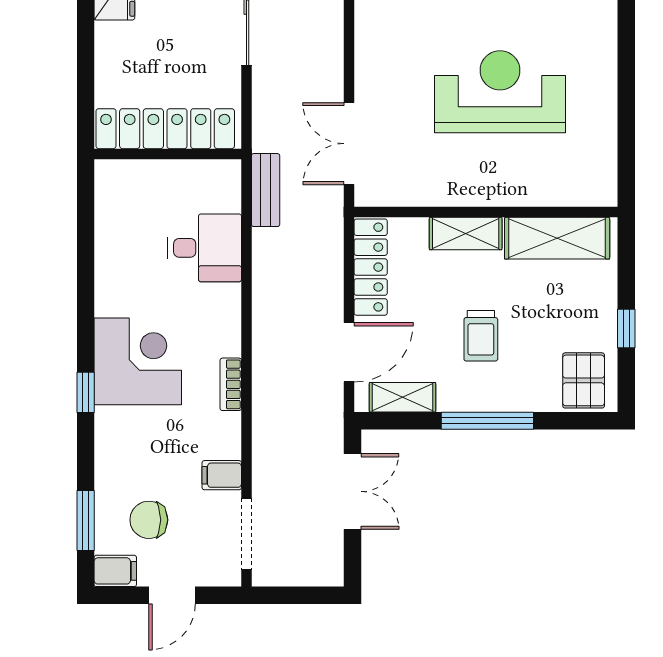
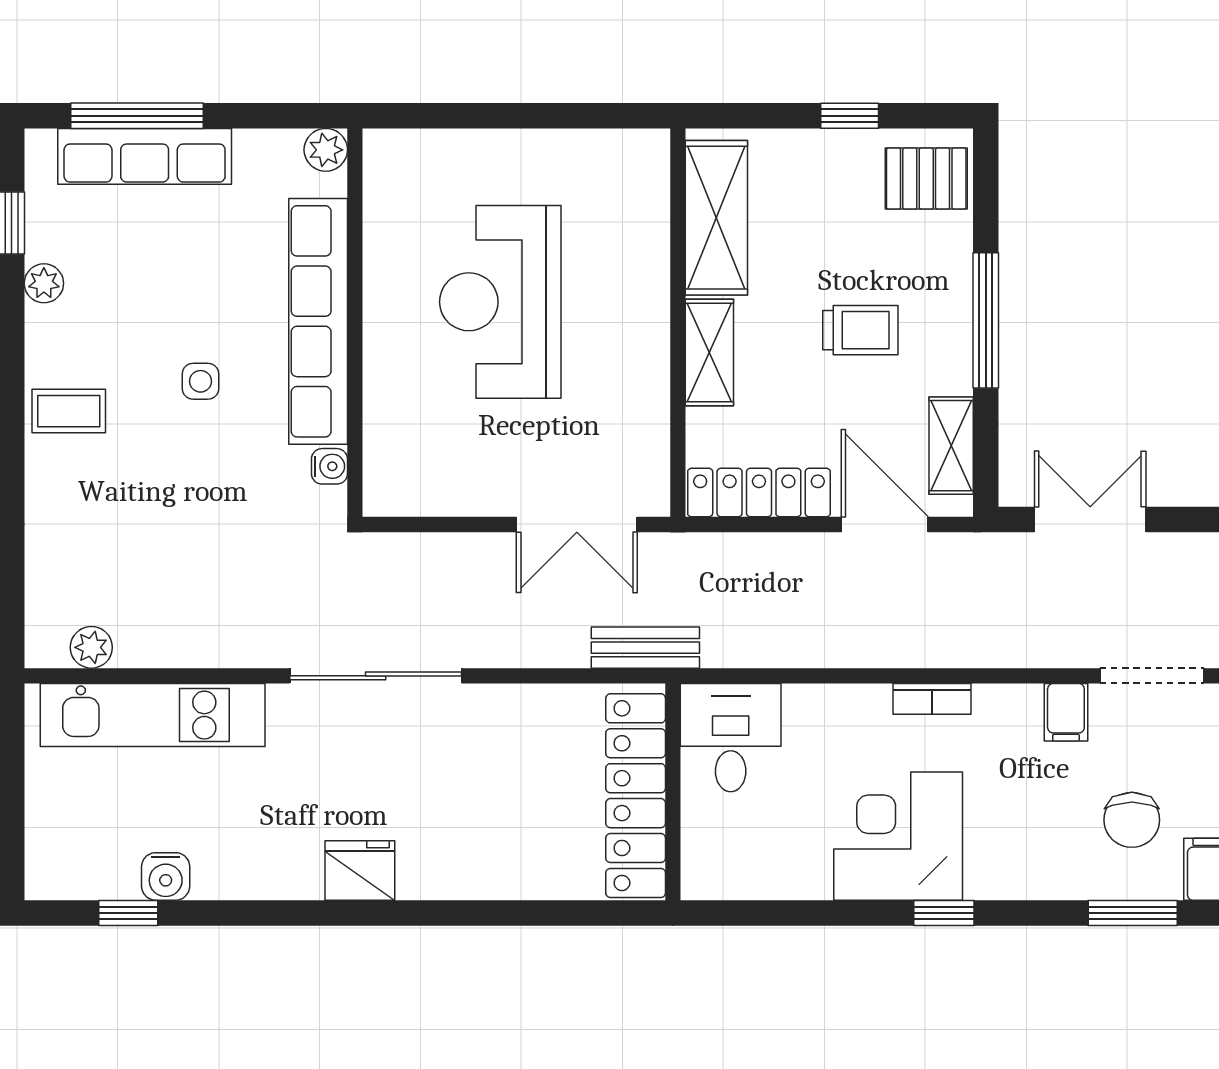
locker: (165, 129) -> (636, 796), moved
wall: (168, 154) -> (673, 792), moved

